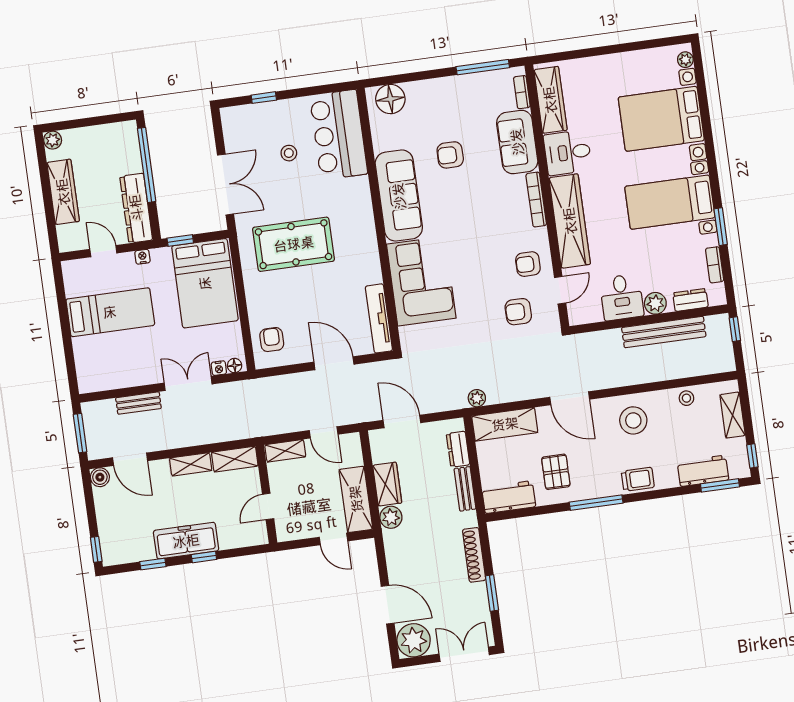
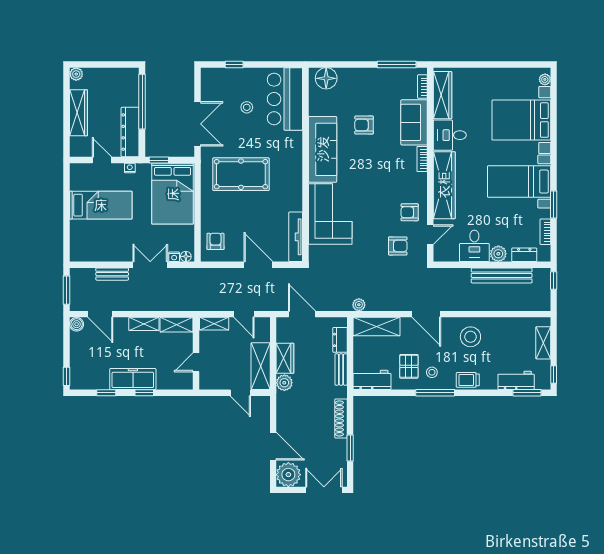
bookcase: (536, 200) -> (422, 159), width x0.64
armchair: (518, 312) -> (398, 246), turned 180
stool: (686, 398) -> (432, 372), moved
trolley: (638, 479) -> (468, 380), turned 180

